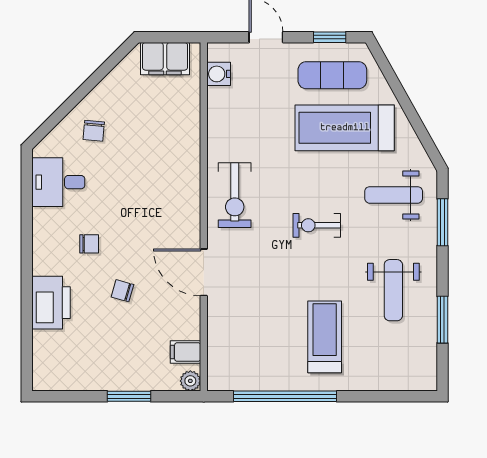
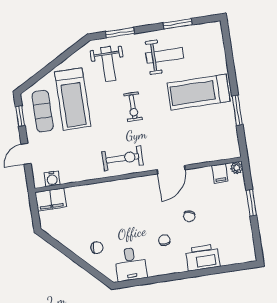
filing cabinet: (165, 59) -> (51, 200), moved, turned 90
treadmill: (325, 337) -> (198, 92), width x1.37, depth x1.38
window: (285, 396) -> (237, 110), width x0.47

